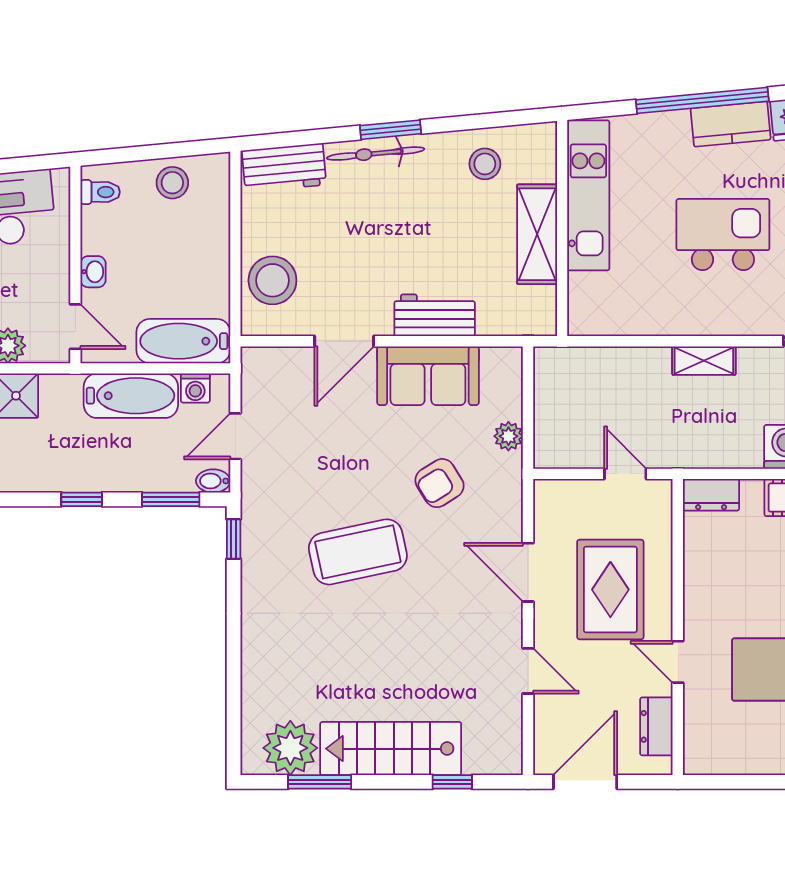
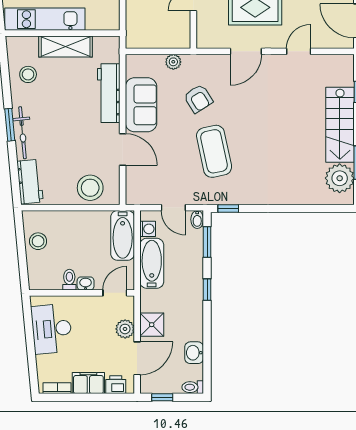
toilet: (100, 192) -> (69, 280), moved
workbench: (435, 315) -> (109, 93), width x1.38
coffee table: (358, 552) -> (214, 151), moved

